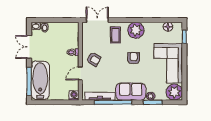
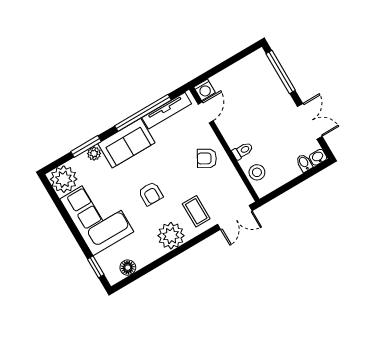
stool: (72, 37) -> (257, 172), added
door: (80, 73) -> (206, 112), moved
bathtub: (40, 80) -> (266, 83), removed

